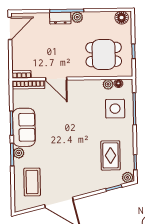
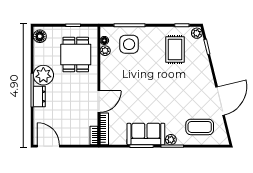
plant: (77, 17) -> (43, 75), width x1.88, depth x1.88
rug: (111, 155) -> (175, 50), turned 90

